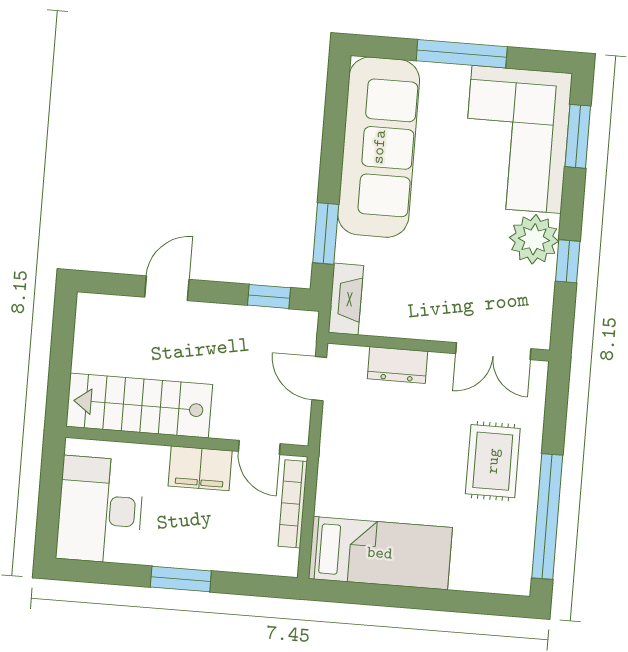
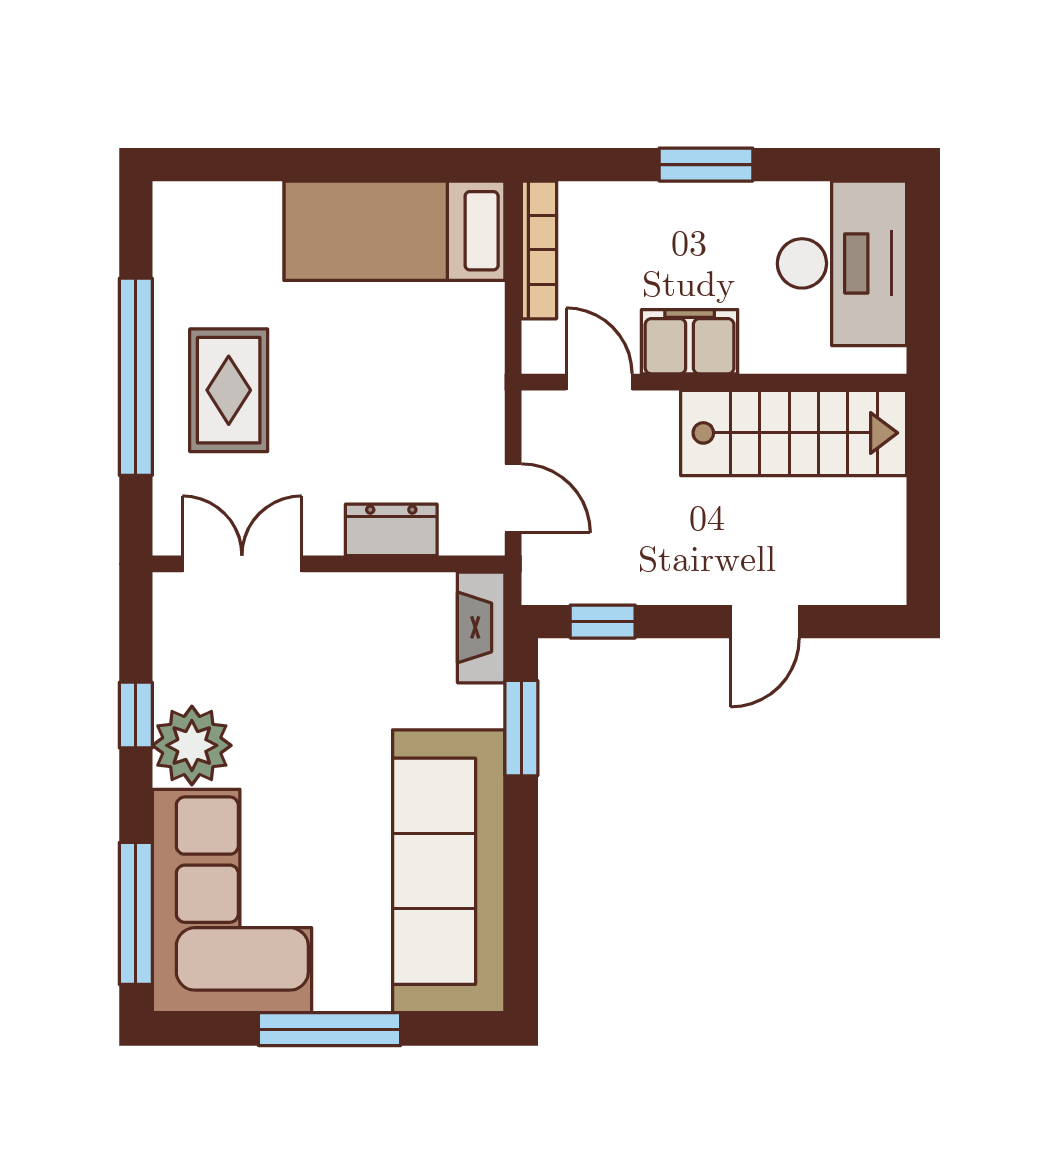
window: (578, 136) -> (136, 913), width x1.44
bookcase: (293, 504) -> (539, 250), moved
window: (547, 516) -> (136, 377), moved

